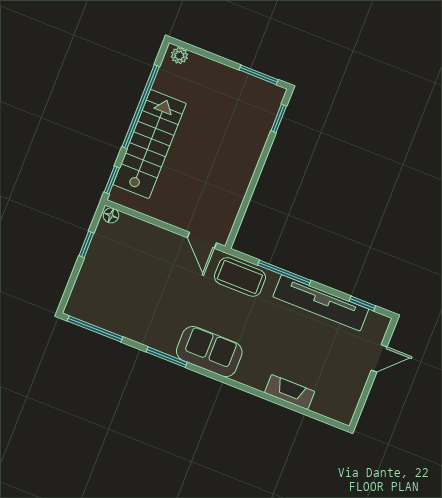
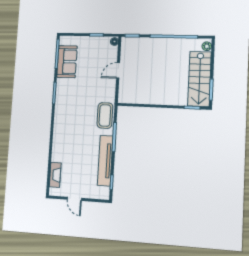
stairs: (150, 144) -> (199, 79), moved, turned 90
door: (202, 240) -> (118, 70), moved
sofa: (209, 352) -> (67, 62), moved
door: (379, 358) -> (74, 199), moved
fireplace: (290, 392) -> (55, 175), moved

